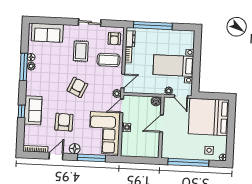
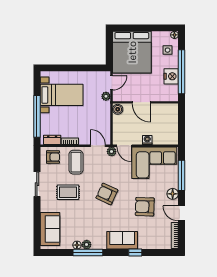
bed with nightstands: (173, 66) -> (62, 95), moved, turned -90
sofa: (33, 110) -> (122, 240), moved
nightstand: (184, 153) -> (171, 76), added

